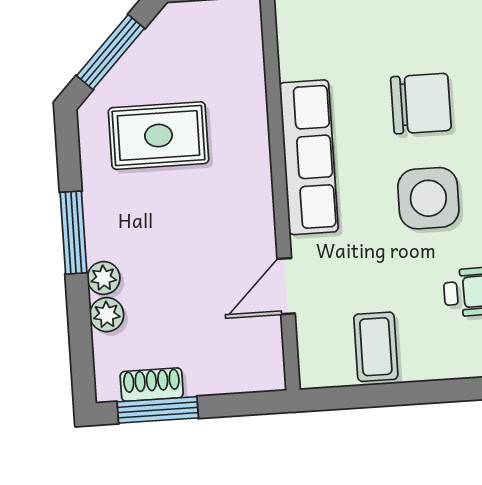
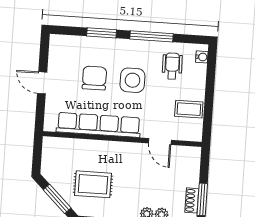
rug: (159, 136) -> (93, 184), turned 90
row of seats: (309, 157) -> (99, 125), width x1.36

